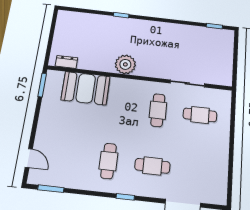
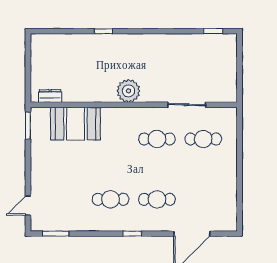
plant: (125, 64) -> (128, 91), moved
cafe table: (158, 110) -> (157, 139), turned 90
door: (29, 158) -> (28, 206), swing flipped
cafe table: (109, 161) -> (111, 199), turned 90

